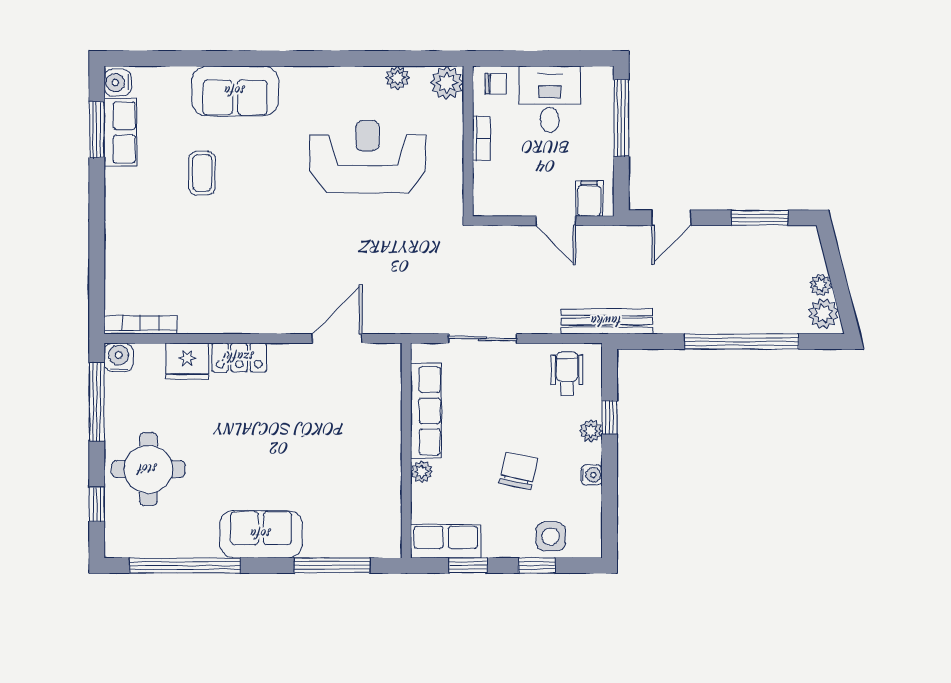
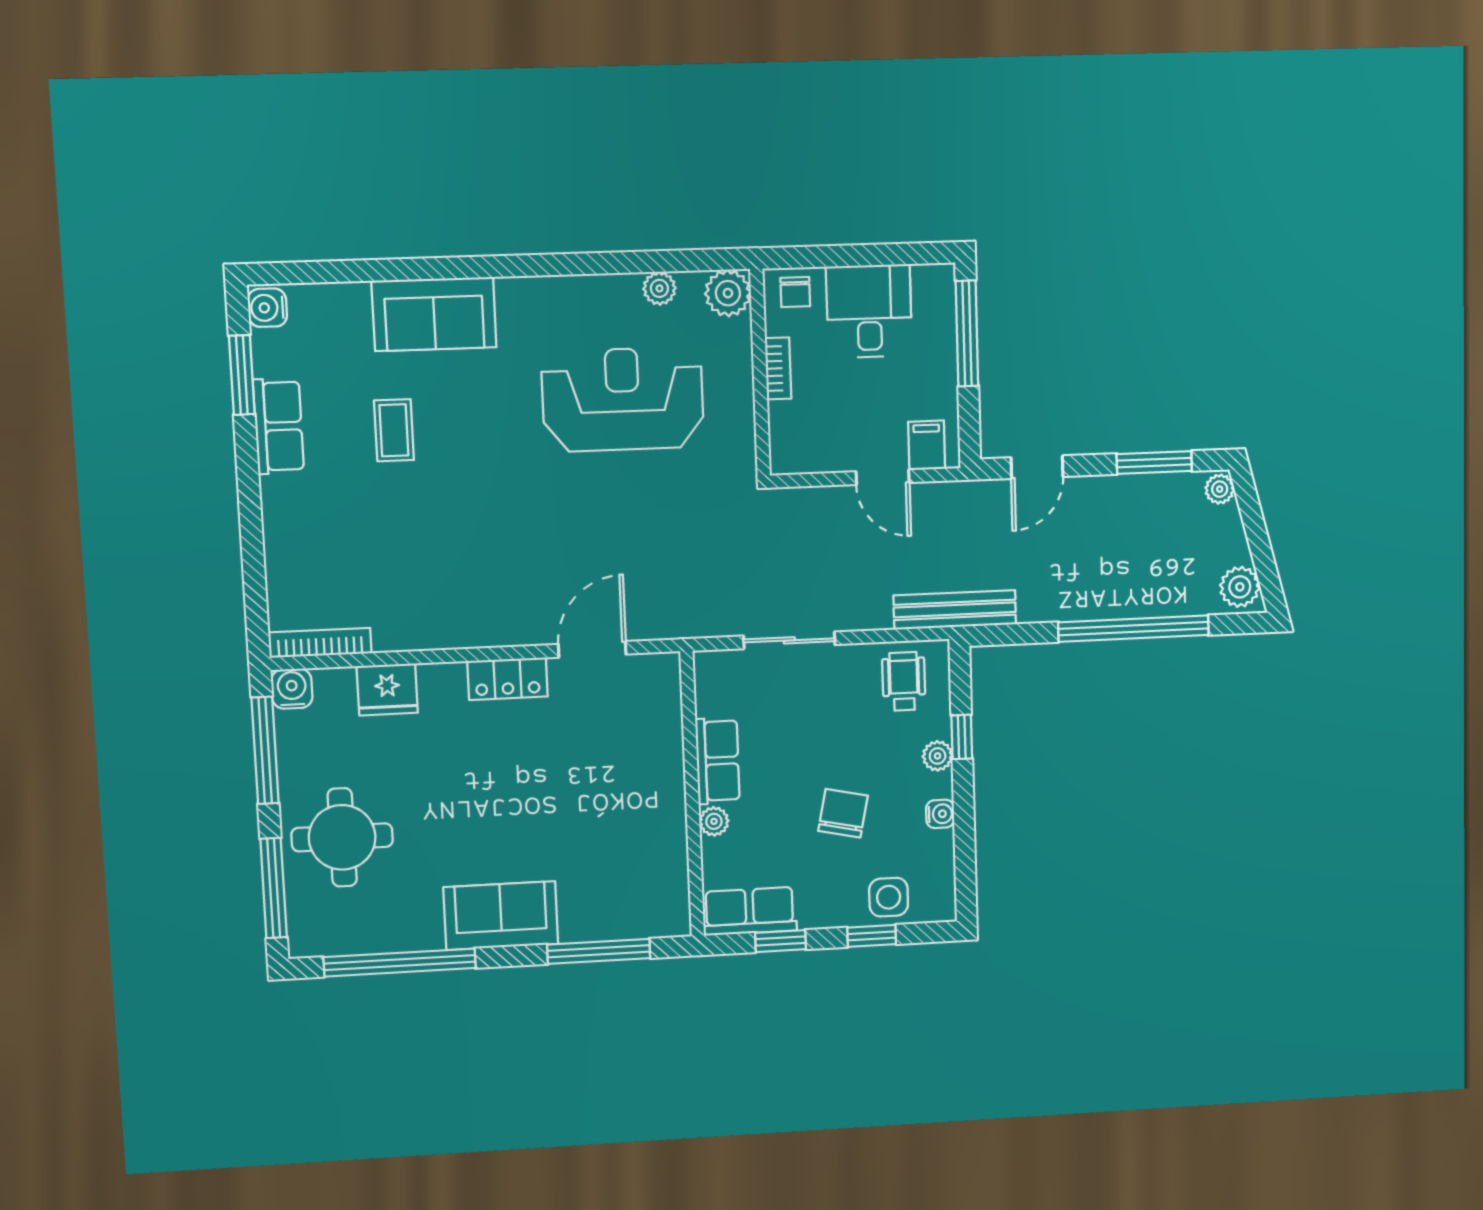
chair: (496, 84) -> (795, 292), turned 90
row of seats: (120, 132) -> (278, 426), moved
plant: (820, 285) -> (1220, 489), moved
locker: (239, 357) -> (507, 679), moved
row of seats: (426, 411) -> (717, 761), width x0.68
window: (97, 504) -> (274, 888), width x2.17

